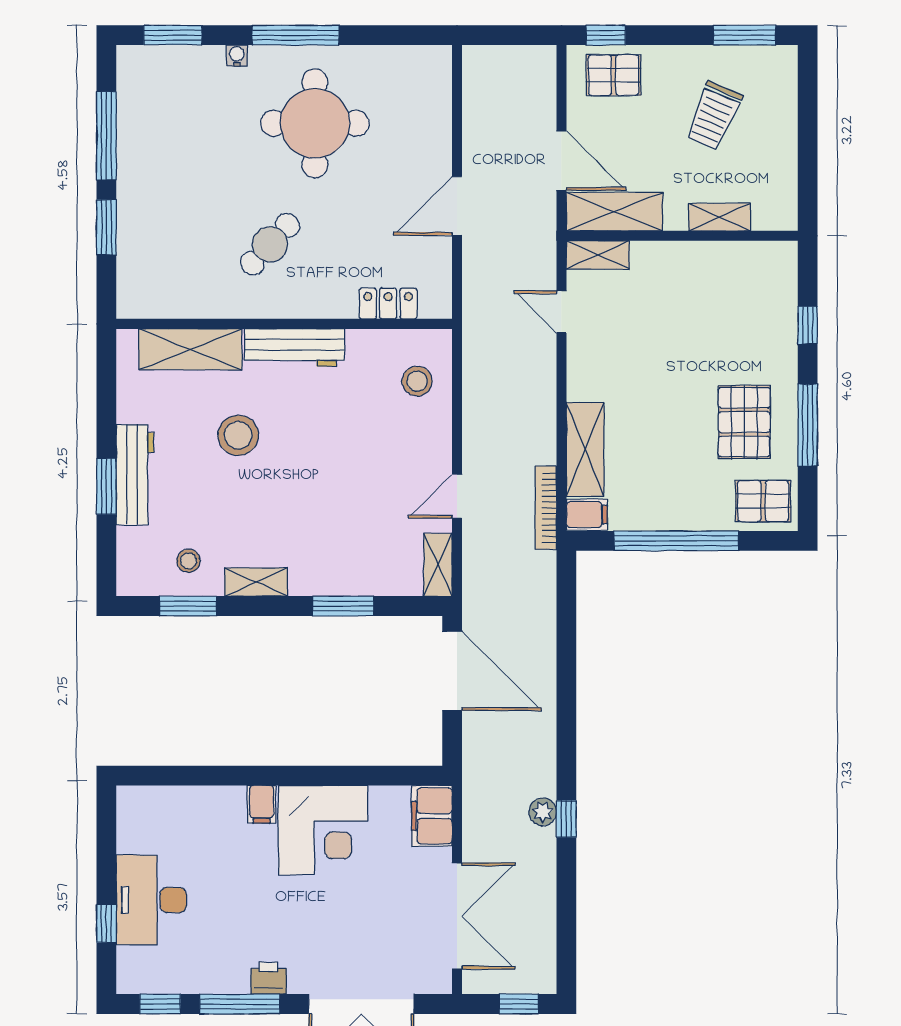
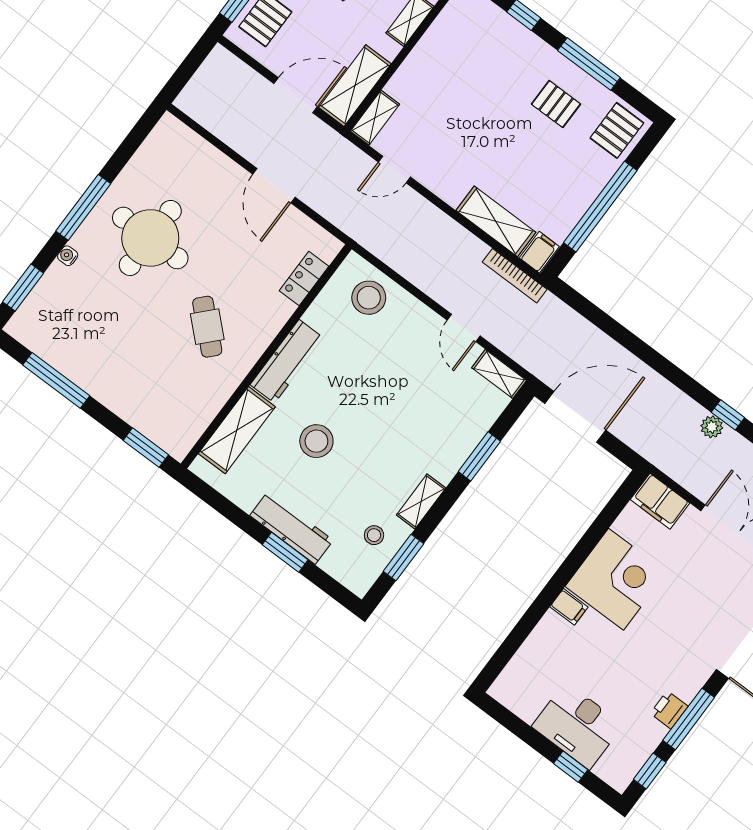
window: (106, 227) -> (146, 448), moved
stool: (417, 381) -> (369, 298), width x1.38, depth x1.38
pallet: (744, 422) -> (556, 104), width x0.67, depth x0.71
printer: (269, 978) -> (669, 710), moved

